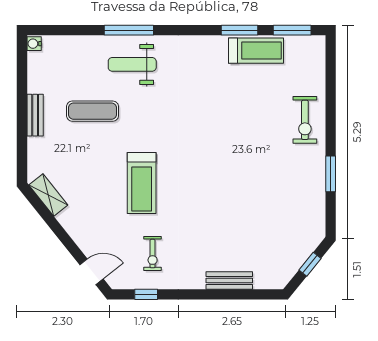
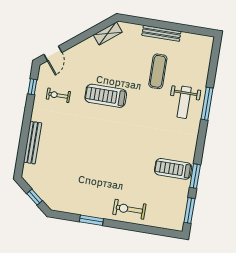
water cooler: (34, 44) -> (208, 40), removed
treadmill: (256, 51) -> (173, 169), moved, turned 90
weight bench: (132, 64) -> (184, 102), turned 180
bench: (35, 115) -> (161, 33), width x1.36
bench: (229, 280) -> (33, 143), width x1.36

